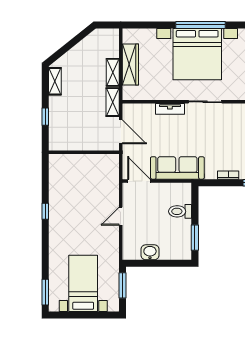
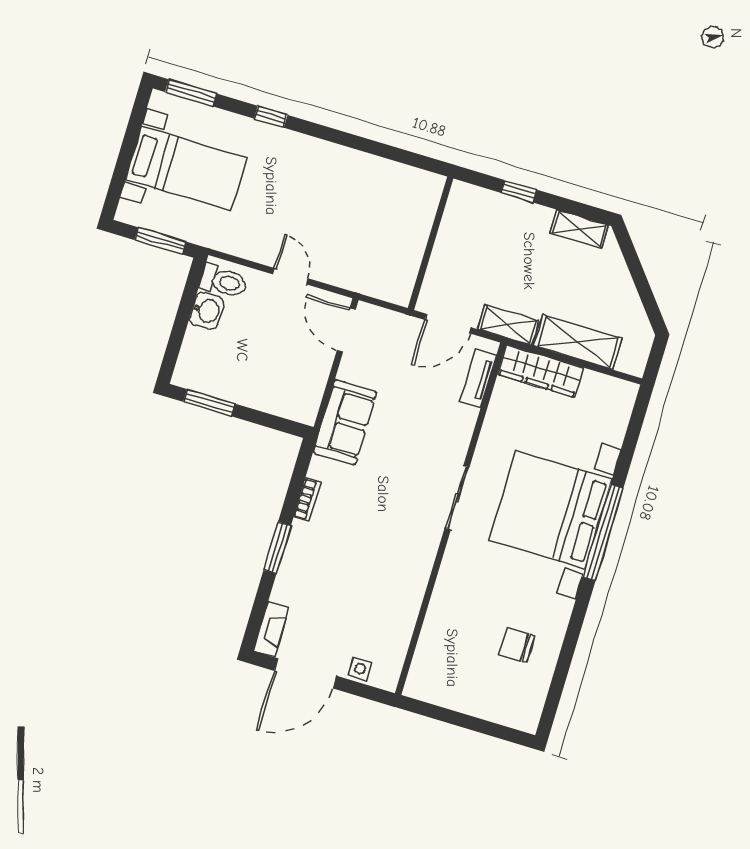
wardrobe: (130, 65) -> (541, 371), moved
shelving: (113, 72) -> (578, 342), width x1.50, depth x1.33
tv unit: (170, 109) -> (478, 378), moved
sofa: (177, 168) -> (345, 422), width x0.73
door: (139, 181) -> (346, 330), swing flipped
window: (45, 211) -> (271, 117), moved
toilet: (180, 211) -> (223, 281), moved, turned 90

